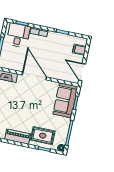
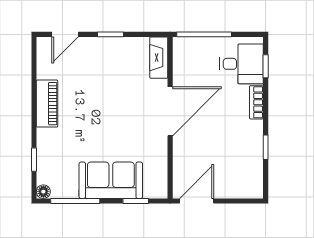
filing cabinet: (79, 50) -> (238, 187), removed
sofa: (65, 100) -> (111, 180), moved
rug: (43, 136) -> (59, 151), removed

